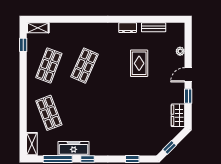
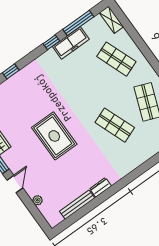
bench: (154, 27) -> (77, 205), width x1.36
rug: (139, 63) -> (54, 136), moved, width x1.36, depth x1.43
shop shelf: (85, 66) -> (115, 125), turned -45

